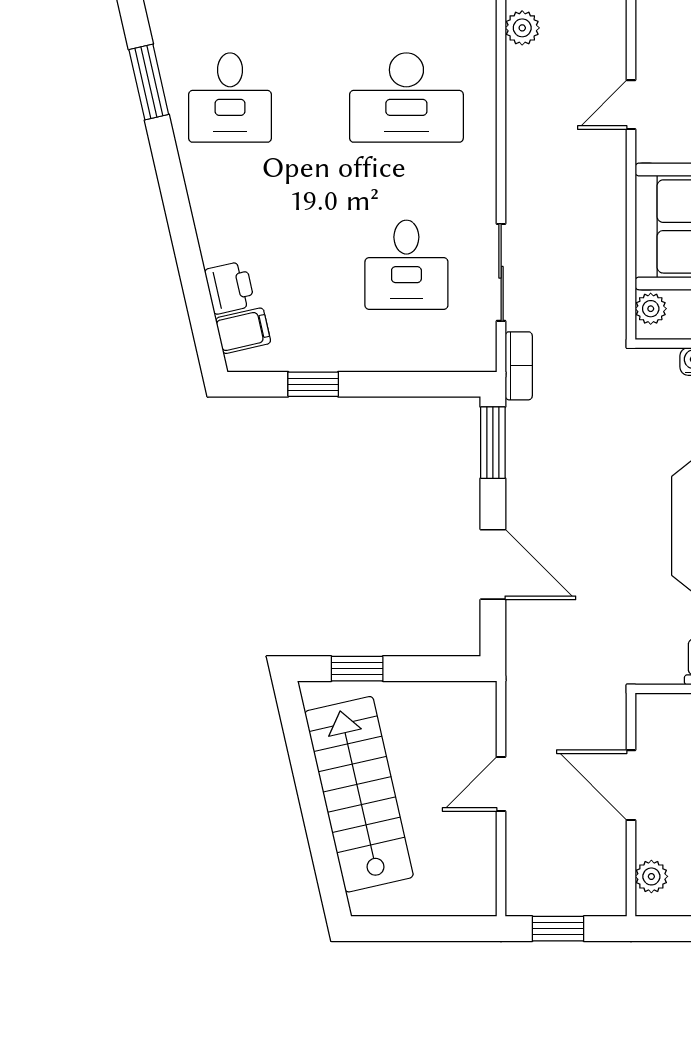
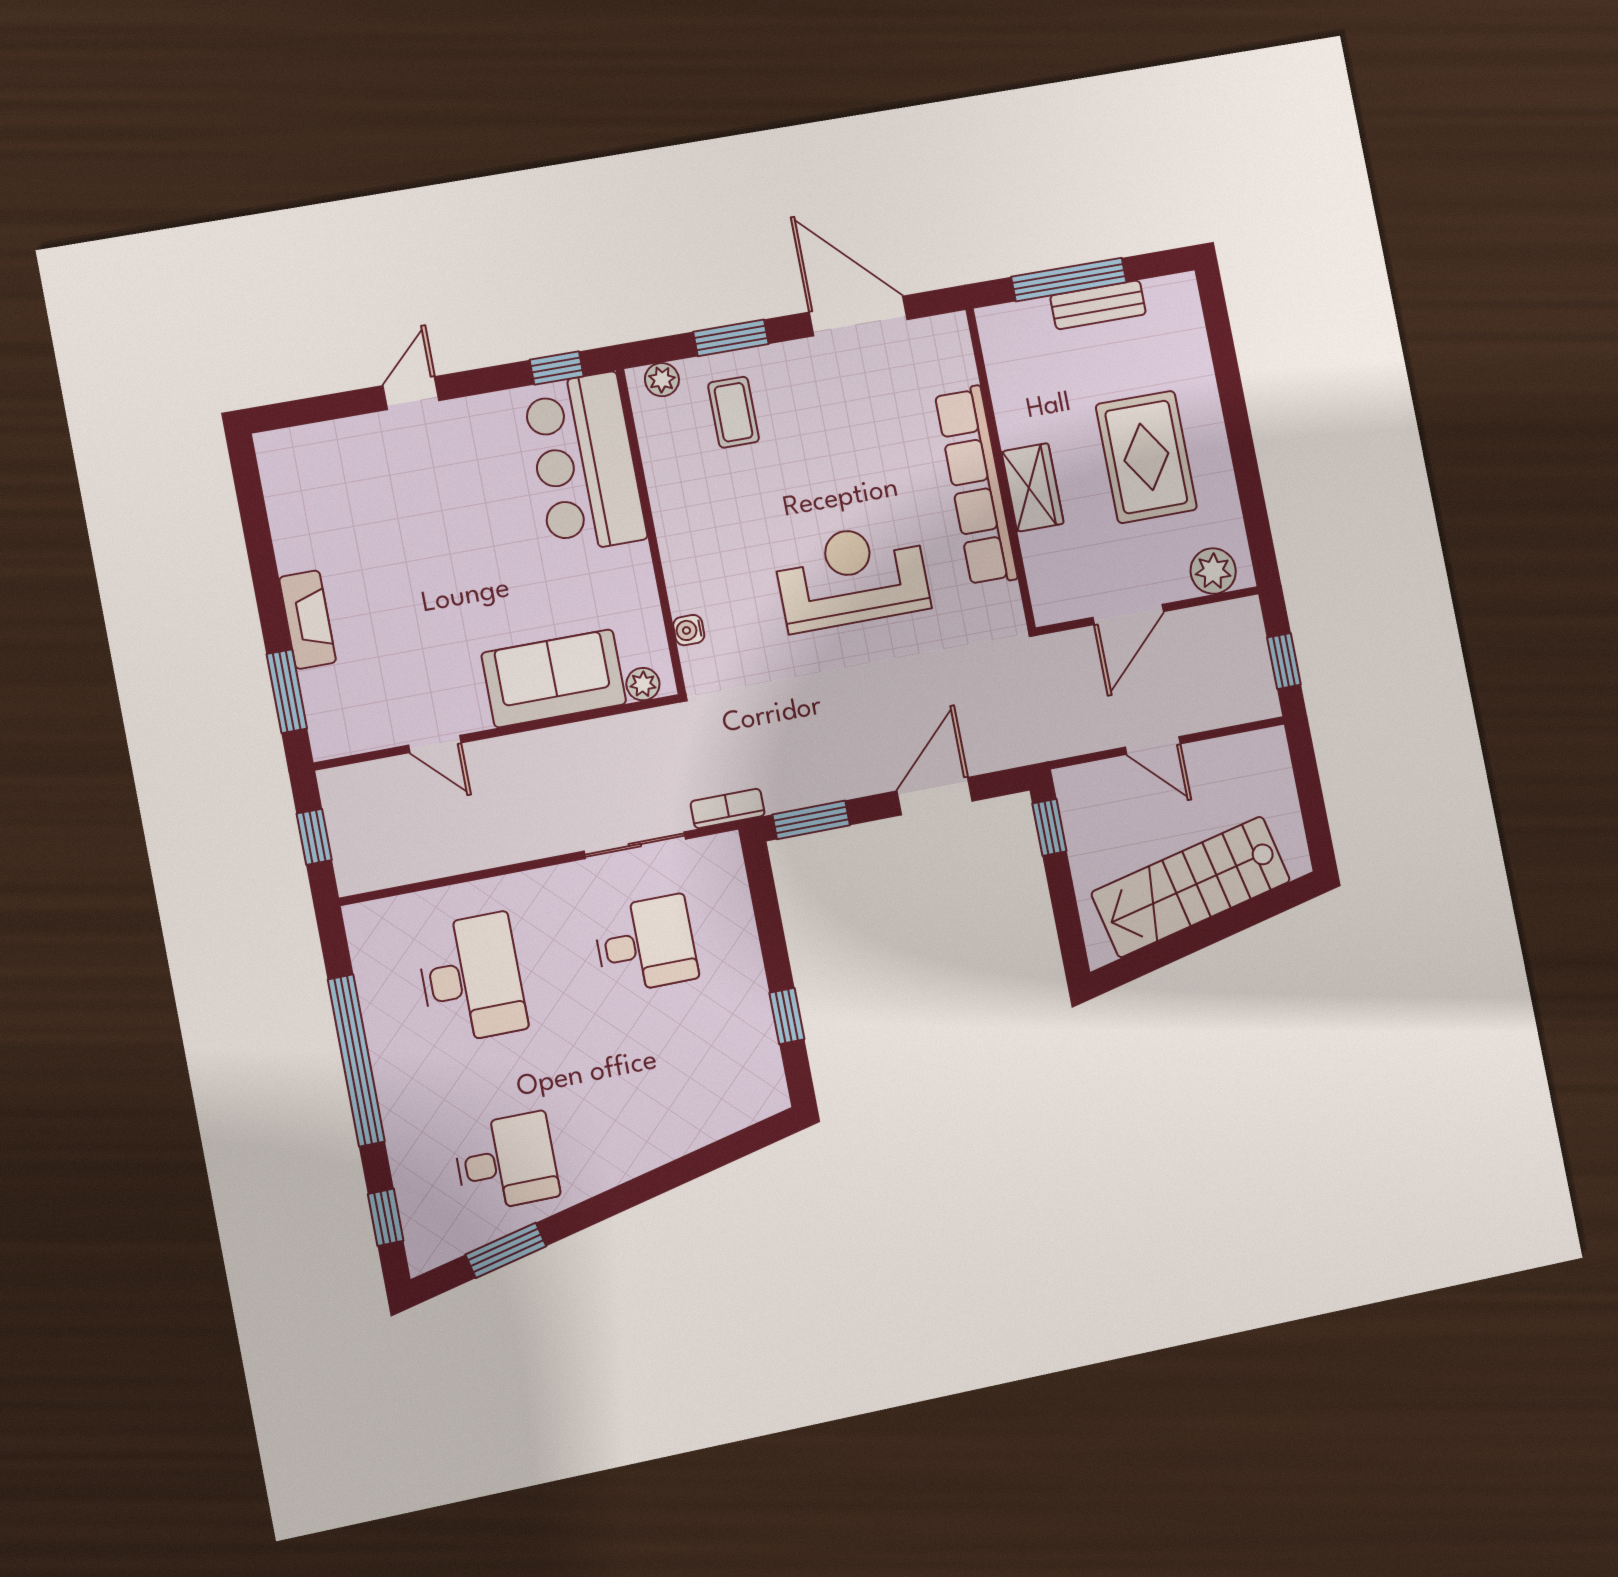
plant: (522, 28) -> (375, 872), removed
printer: (230, 288) -> (704, 1122), removed
filing cabinet: (243, 331) -> (746, 1099), removed
window: (357, 669) -> (1049, 827), moved
plant: (651, 876) -> (1213, 571), width x1.38, depth x1.38

